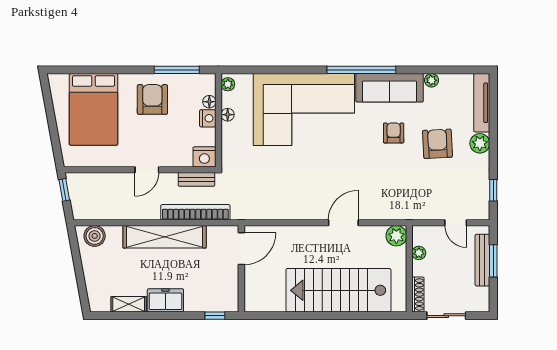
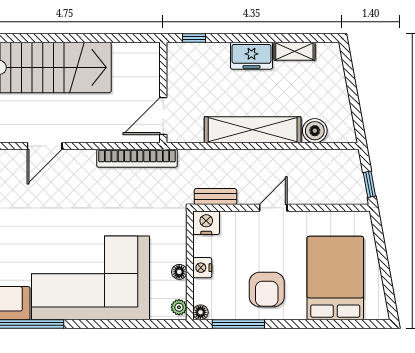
floor lamp: (209, 102) -> (200, 312), moved
bookcase: (195, 212) -> (137, 158), moved
boiler: (95, 236) -> (315, 131), moved

